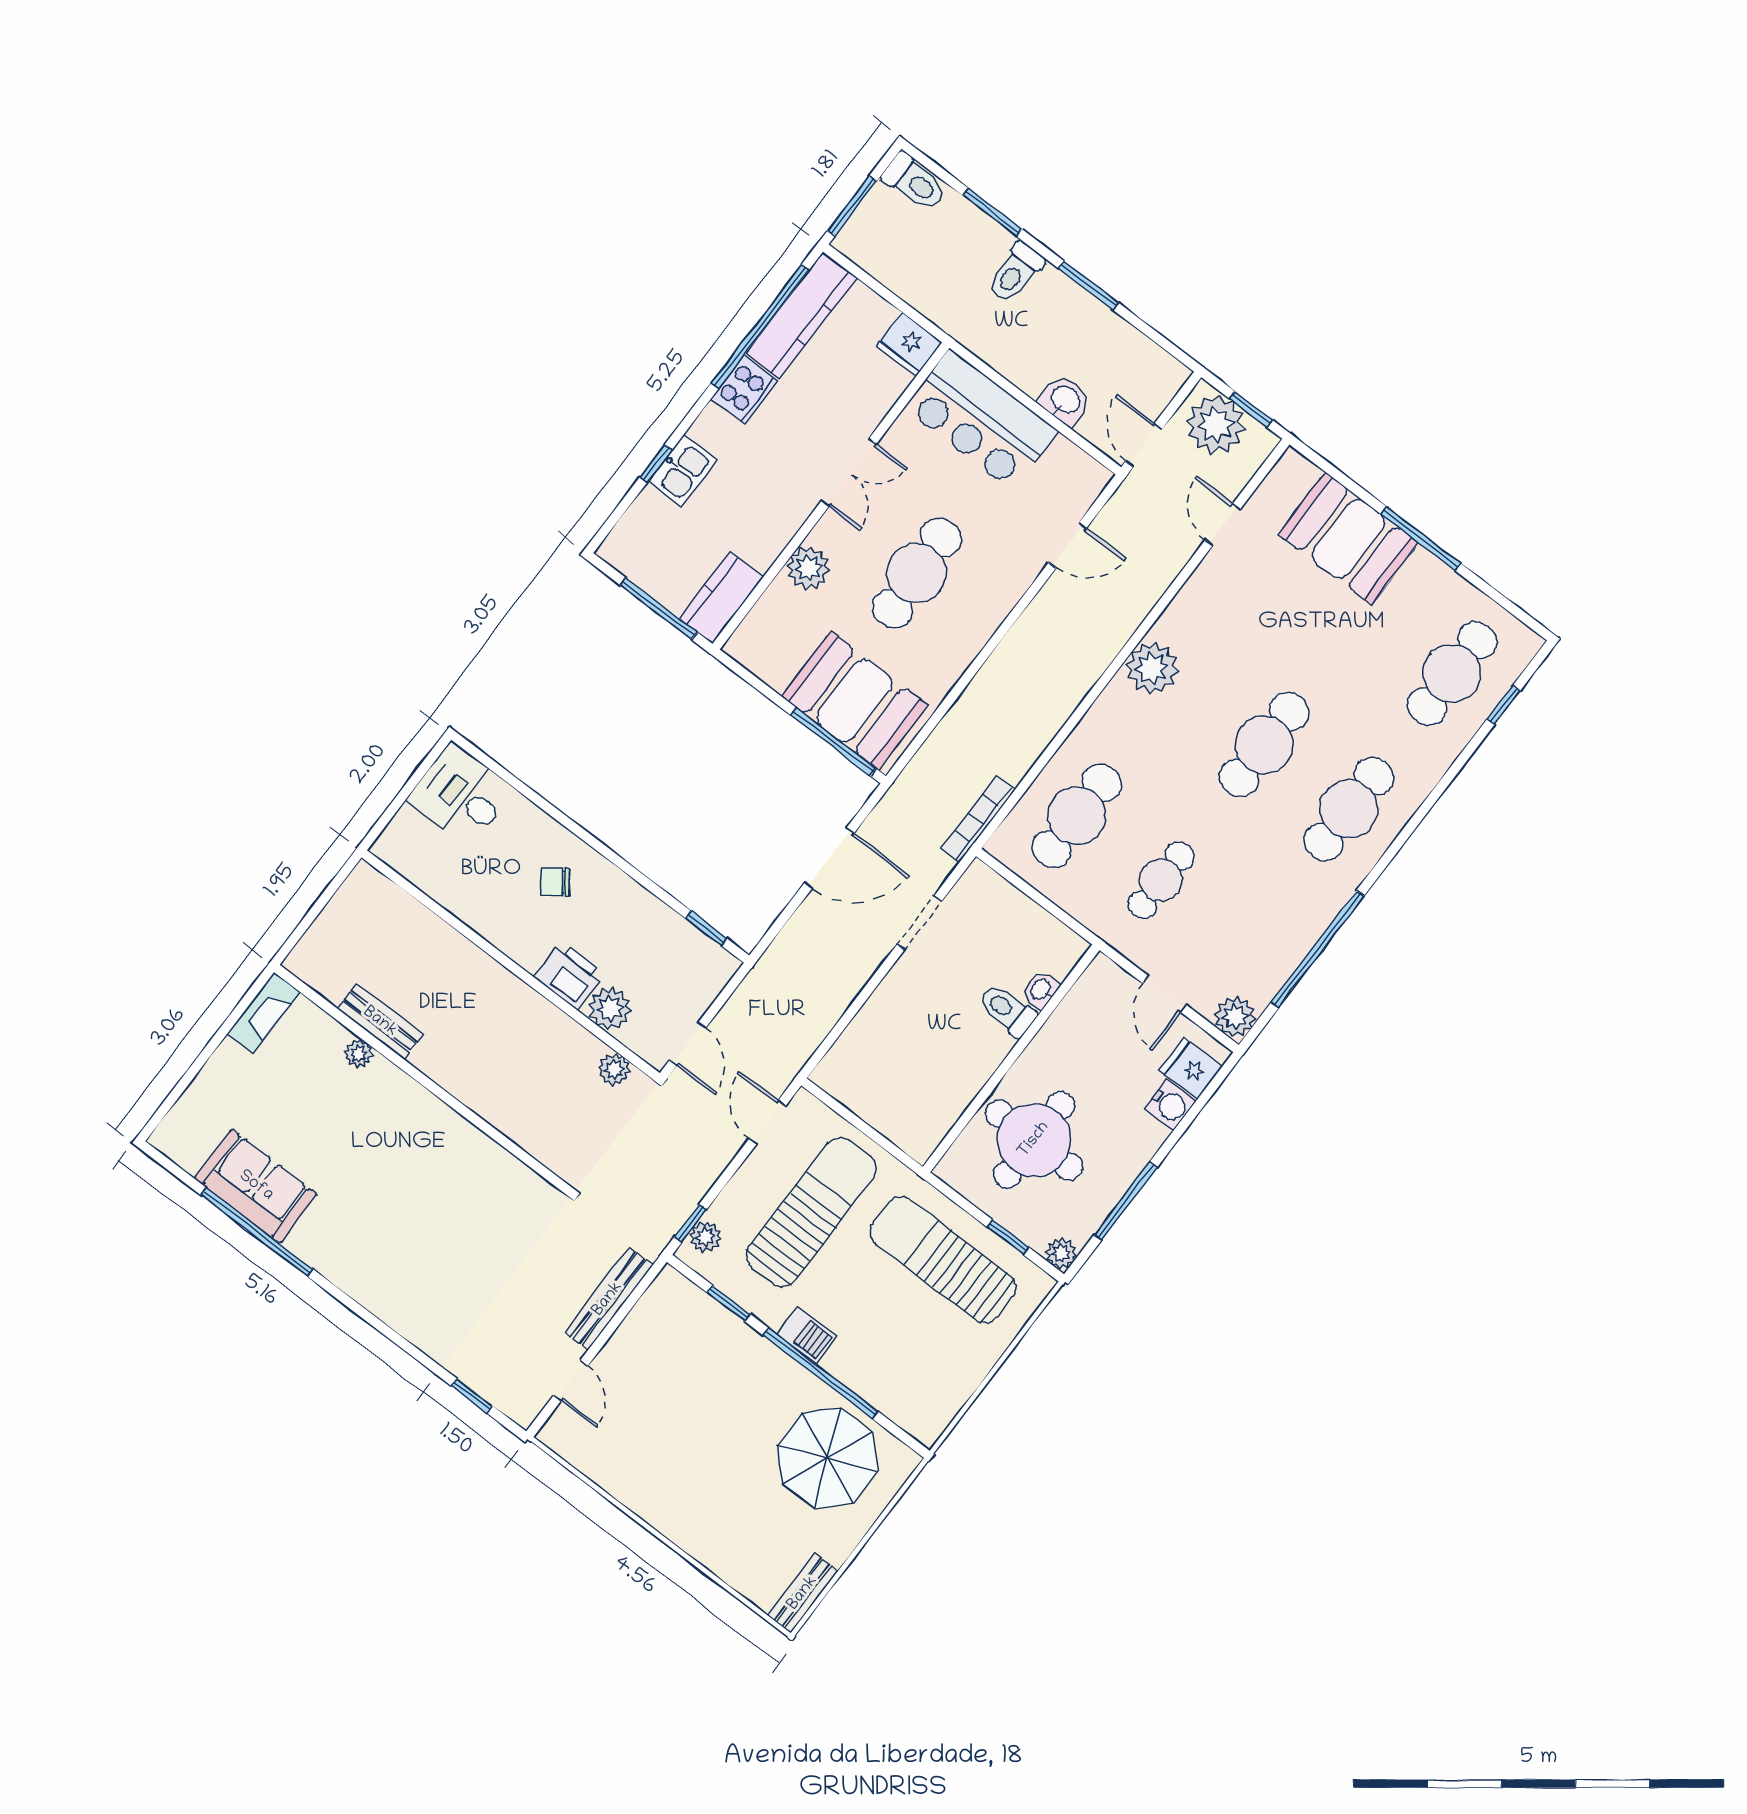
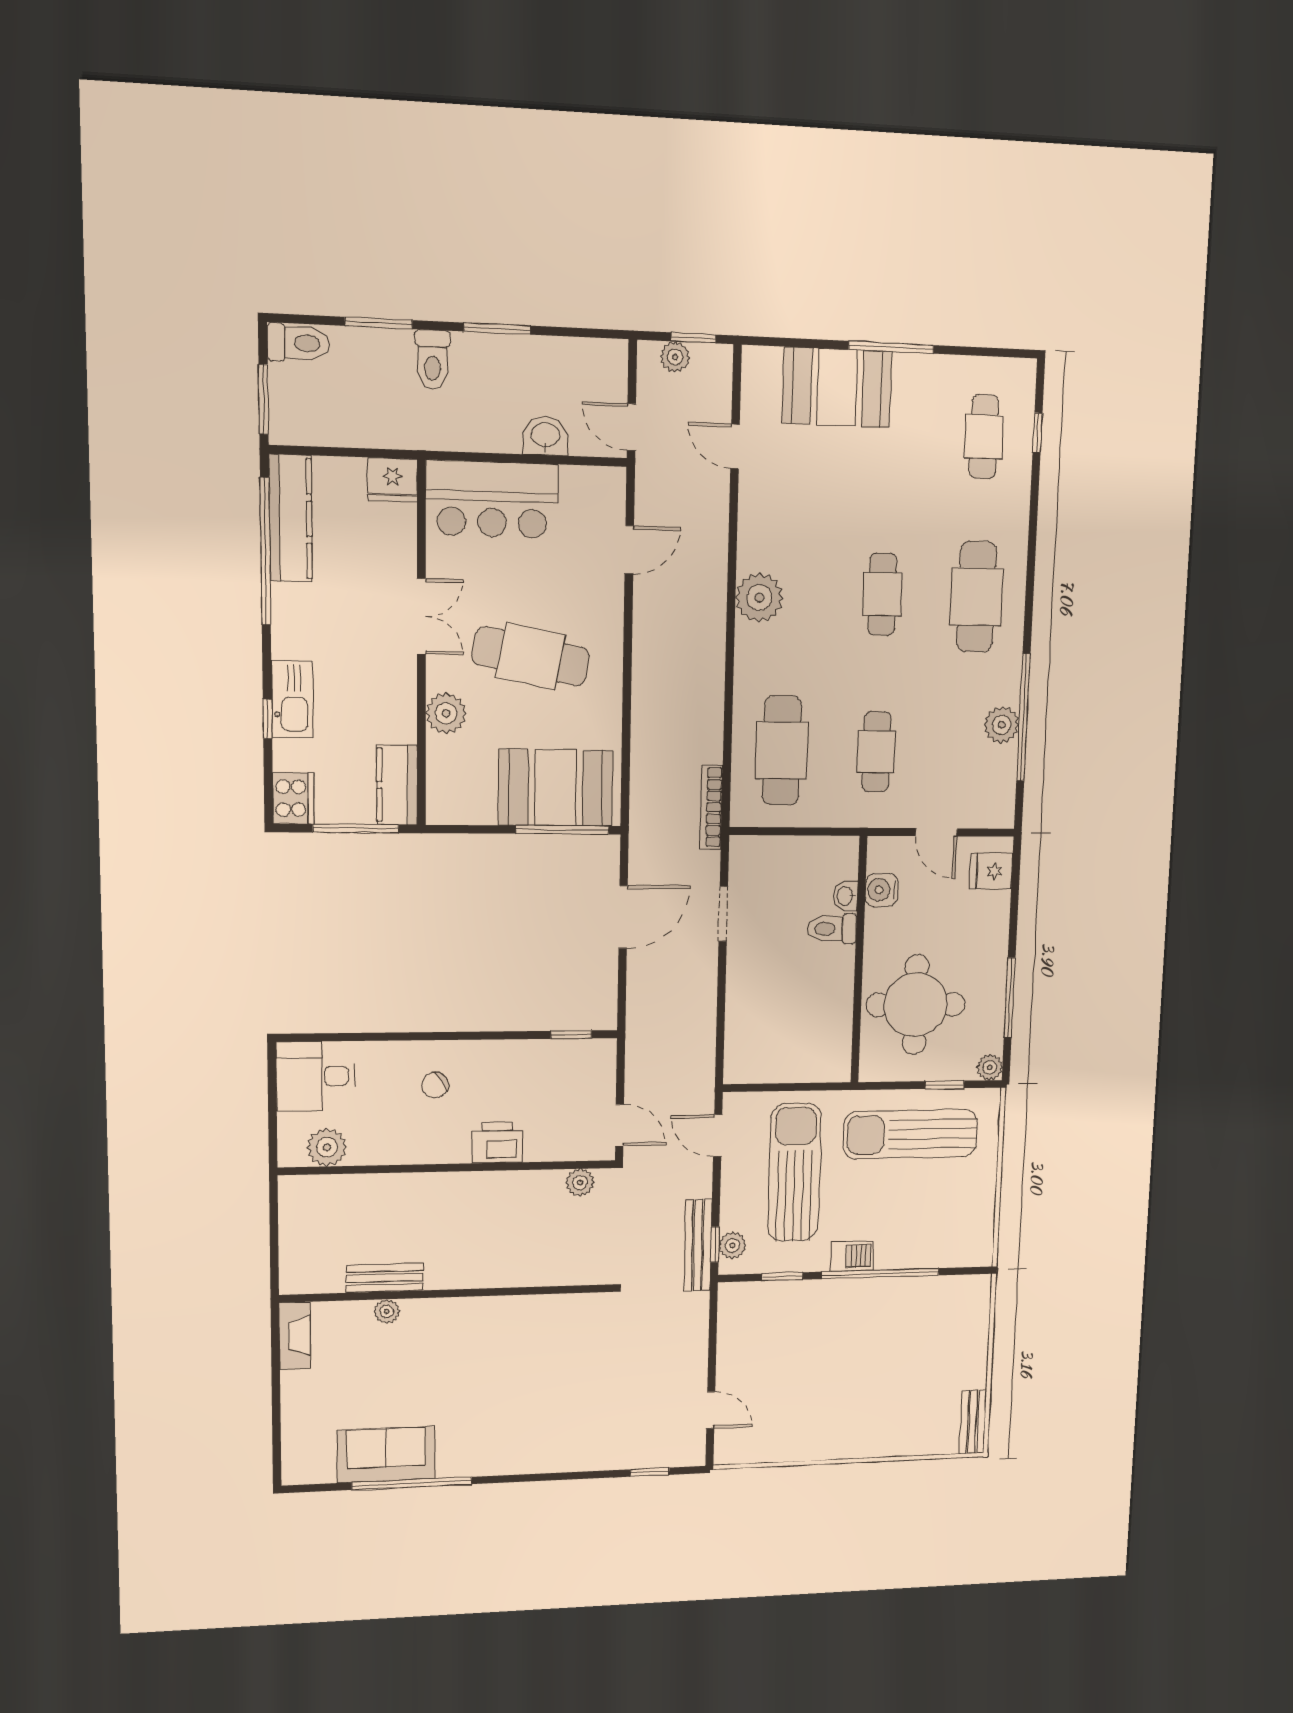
cooker: (744, 390) -> (293, 798), moved
plant: (1216, 425) -> (675, 357), width x0.53, depth x0.53
kitchen sink: (683, 471) -> (292, 699), width x1.38
cafe table: (916, 573) -> (531, 656), turned -76
cafe table: (1452, 673) -> (984, 437), width x0.73, depth x0.74
cafe table: (1264, 745) -> (882, 594), width x0.73, depth x0.74
plant: (610, 1008) -> (327, 1147), moved
plant: (1235, 1017) -> (1002, 725), moved
water cooler: (1170, 1105) -> (882, 890), moved, turned 180
bench: (608, 1299) -> (698, 1245), moved
parasol: (828, 1458) -> (926, 1324), removed

